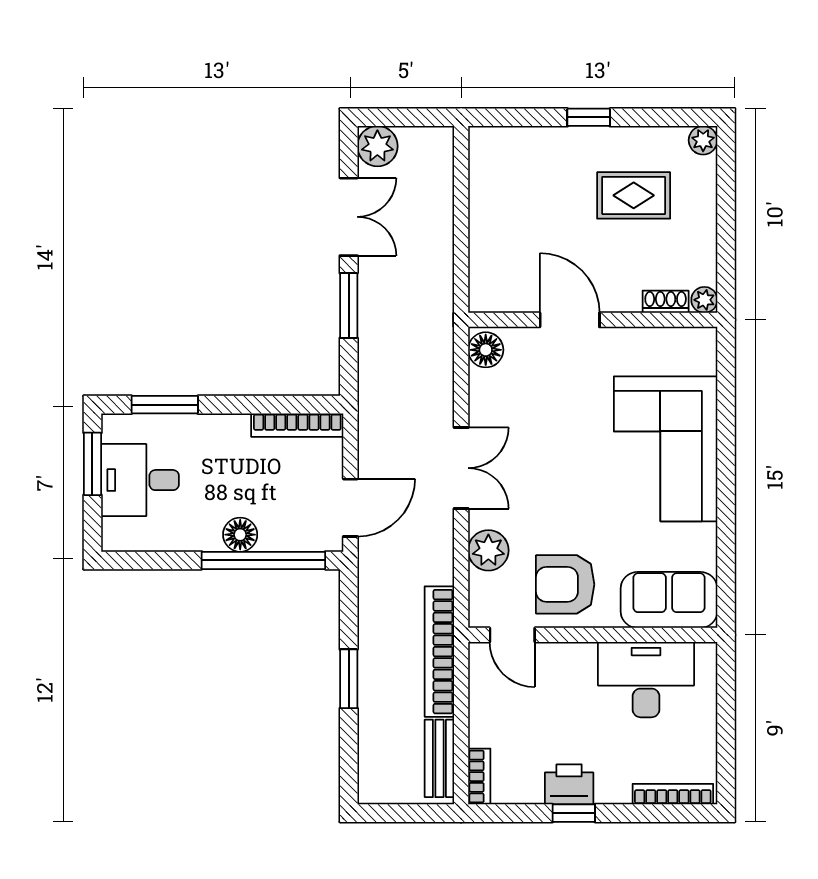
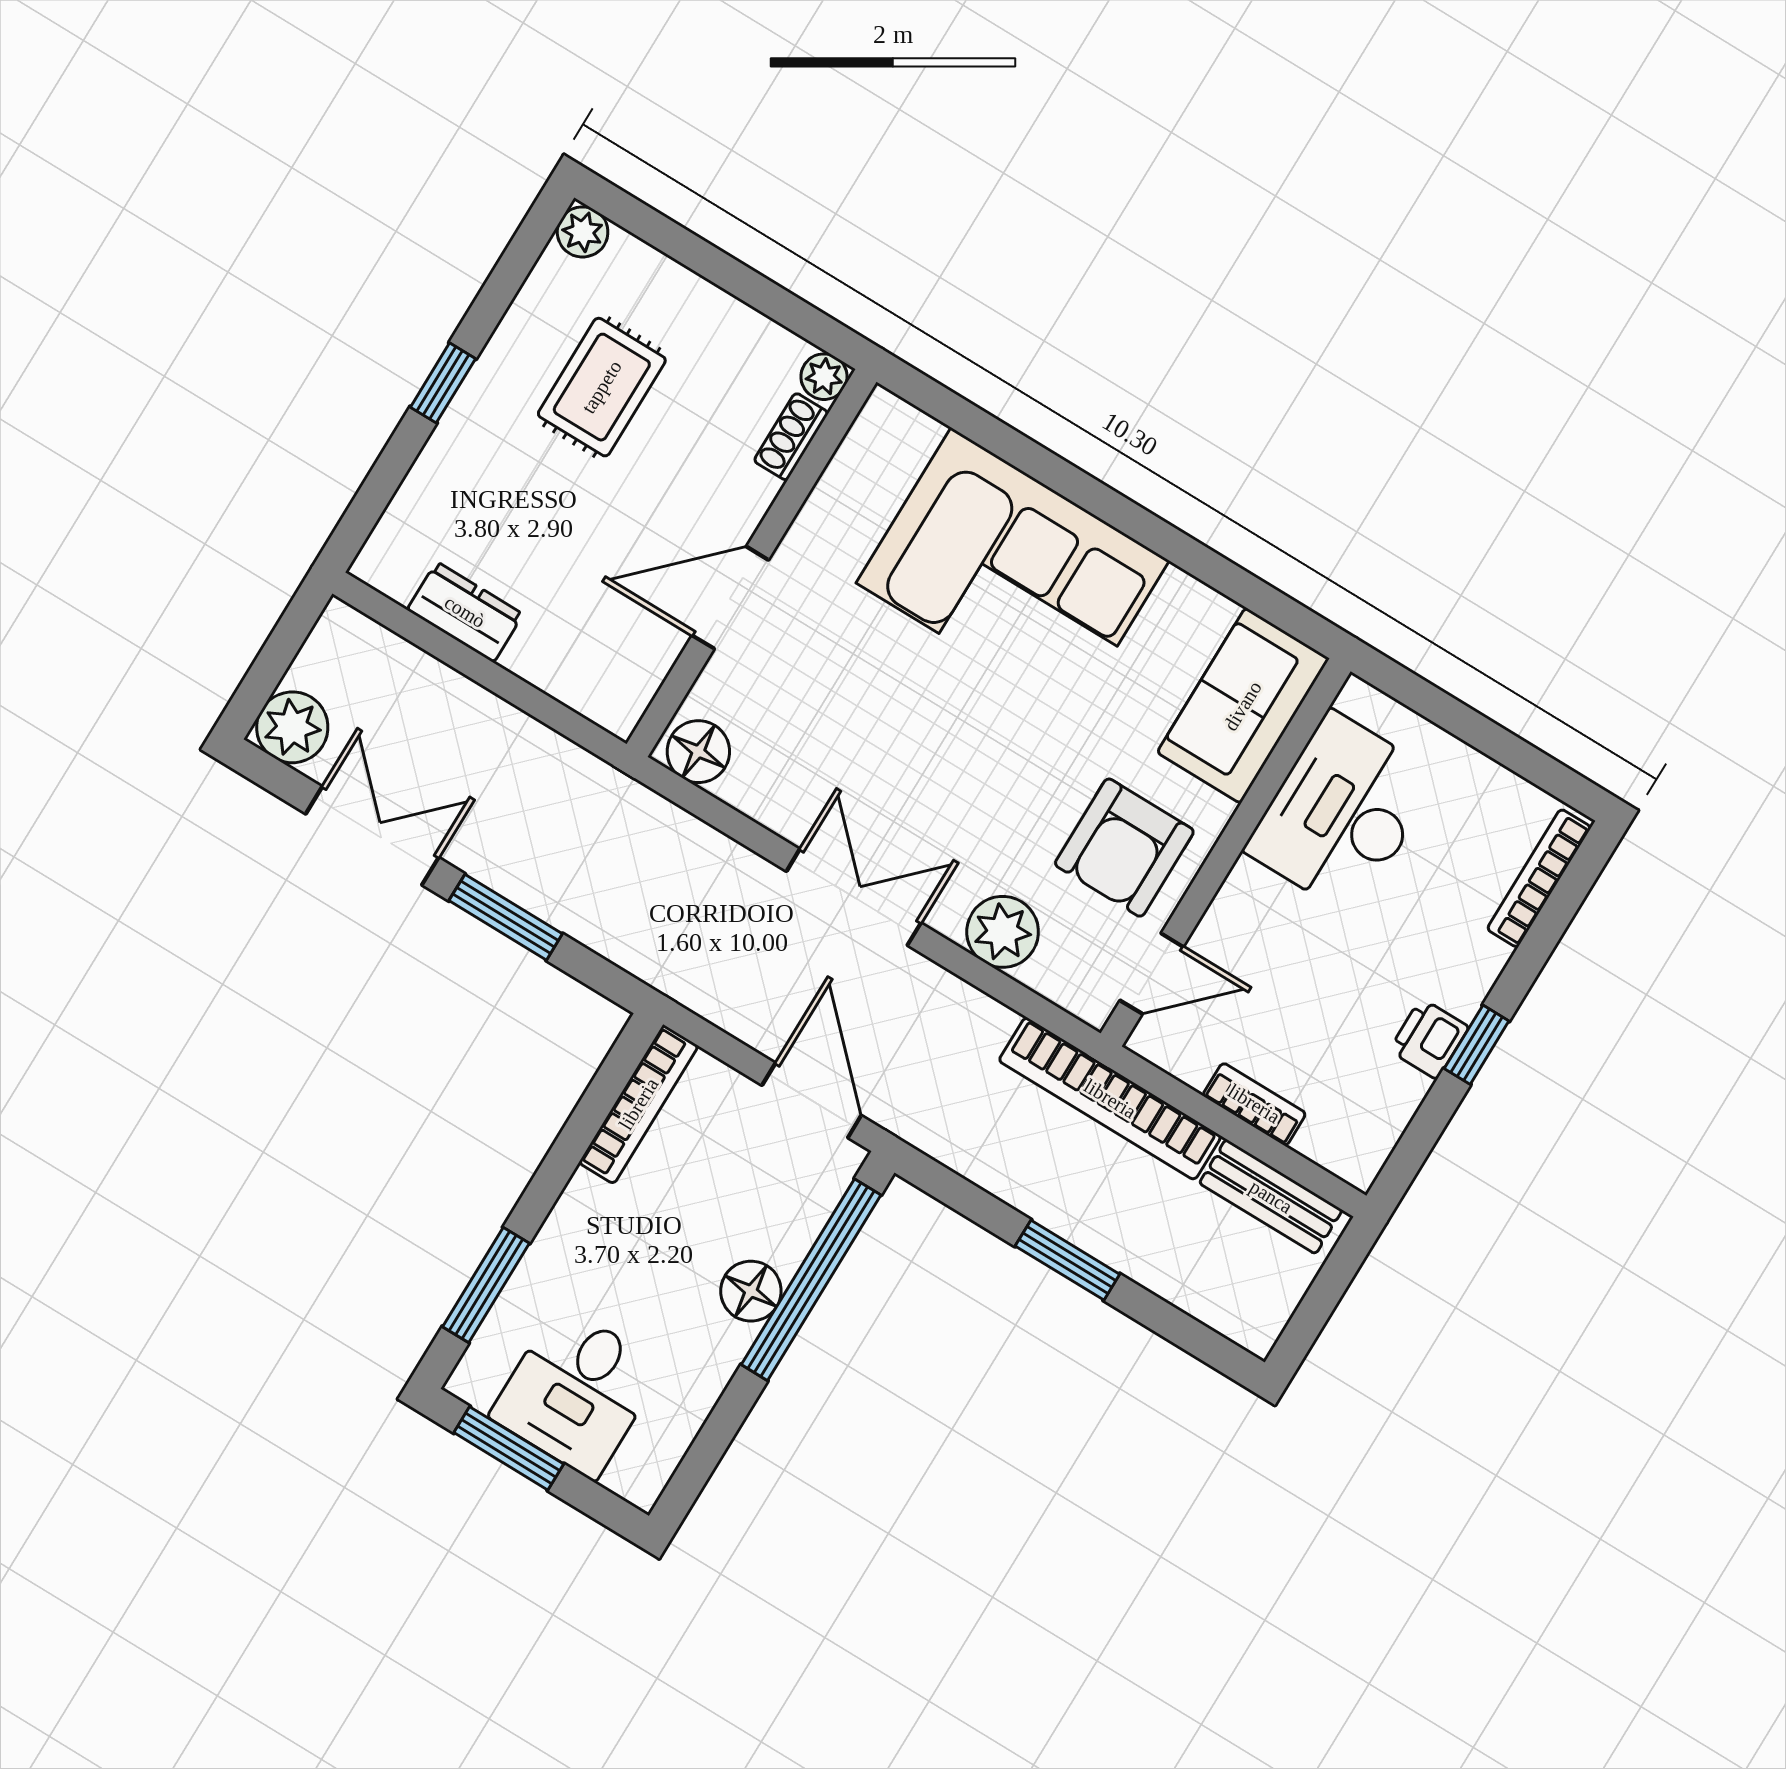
dresser: (484, 196) -> (465, 612), added
bookcase: (479, 777) -> (1254, 1104), moved
printer: (569, 784) -> (1429, 1039), width x0.73, depth x0.81

